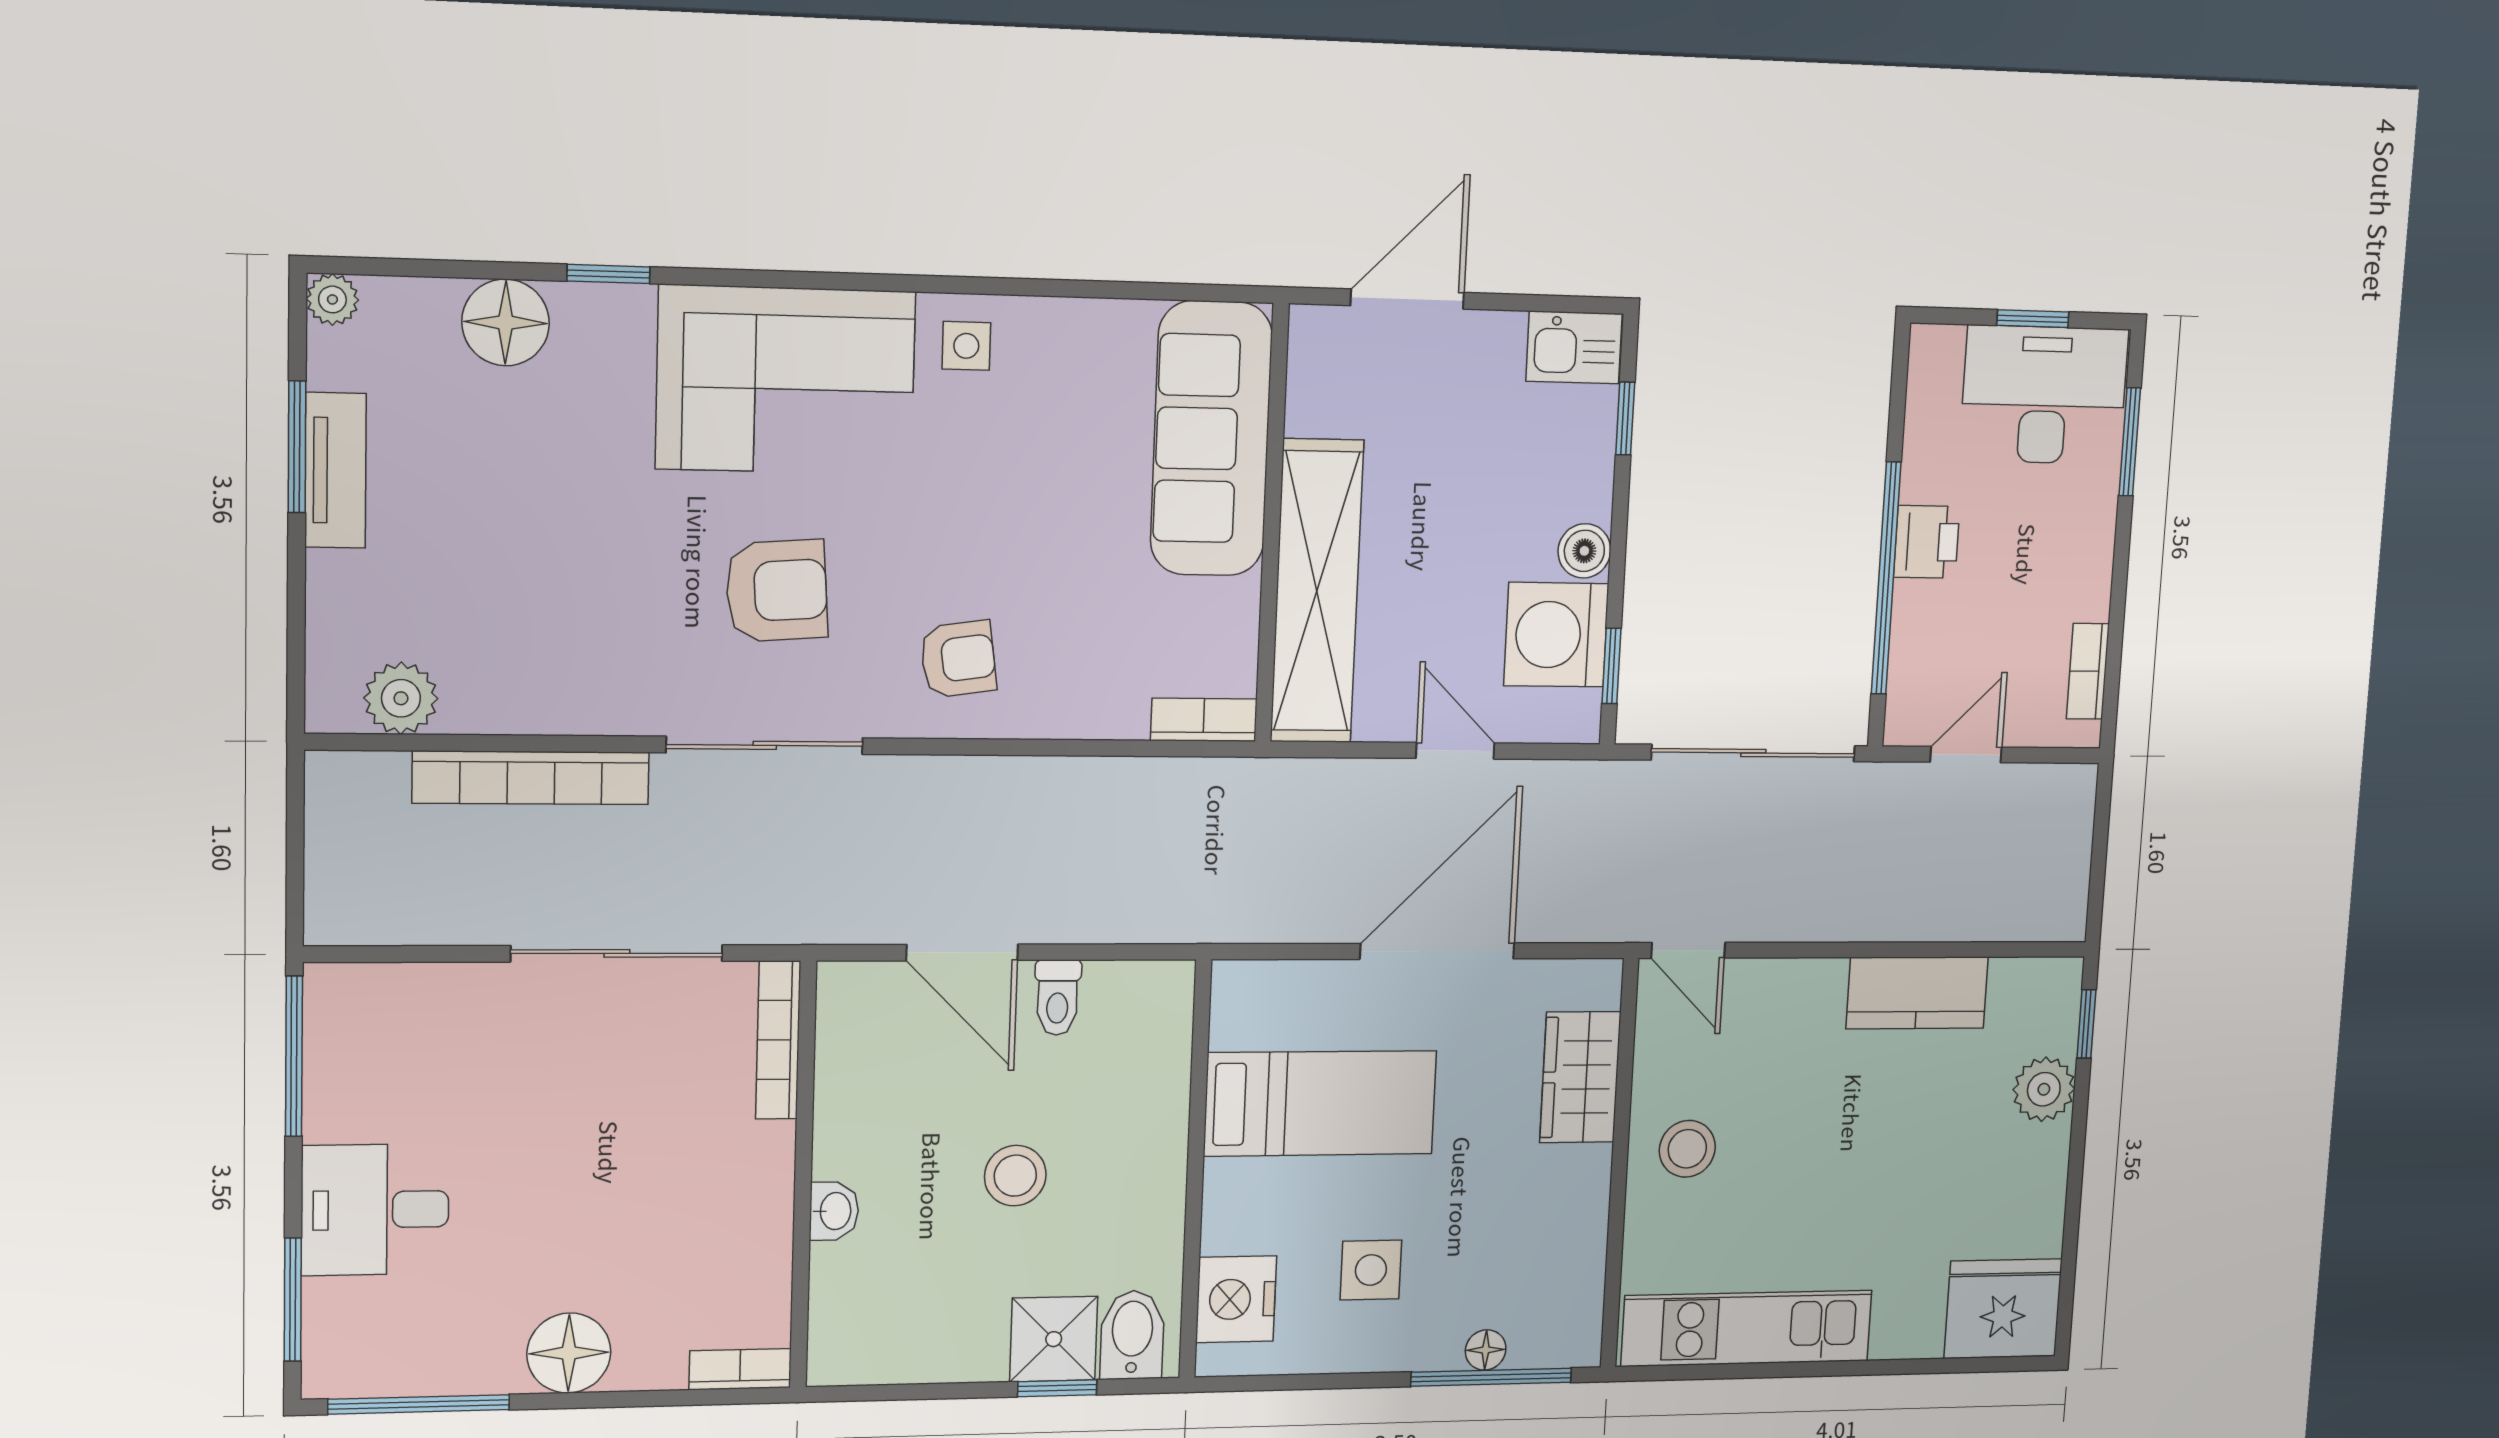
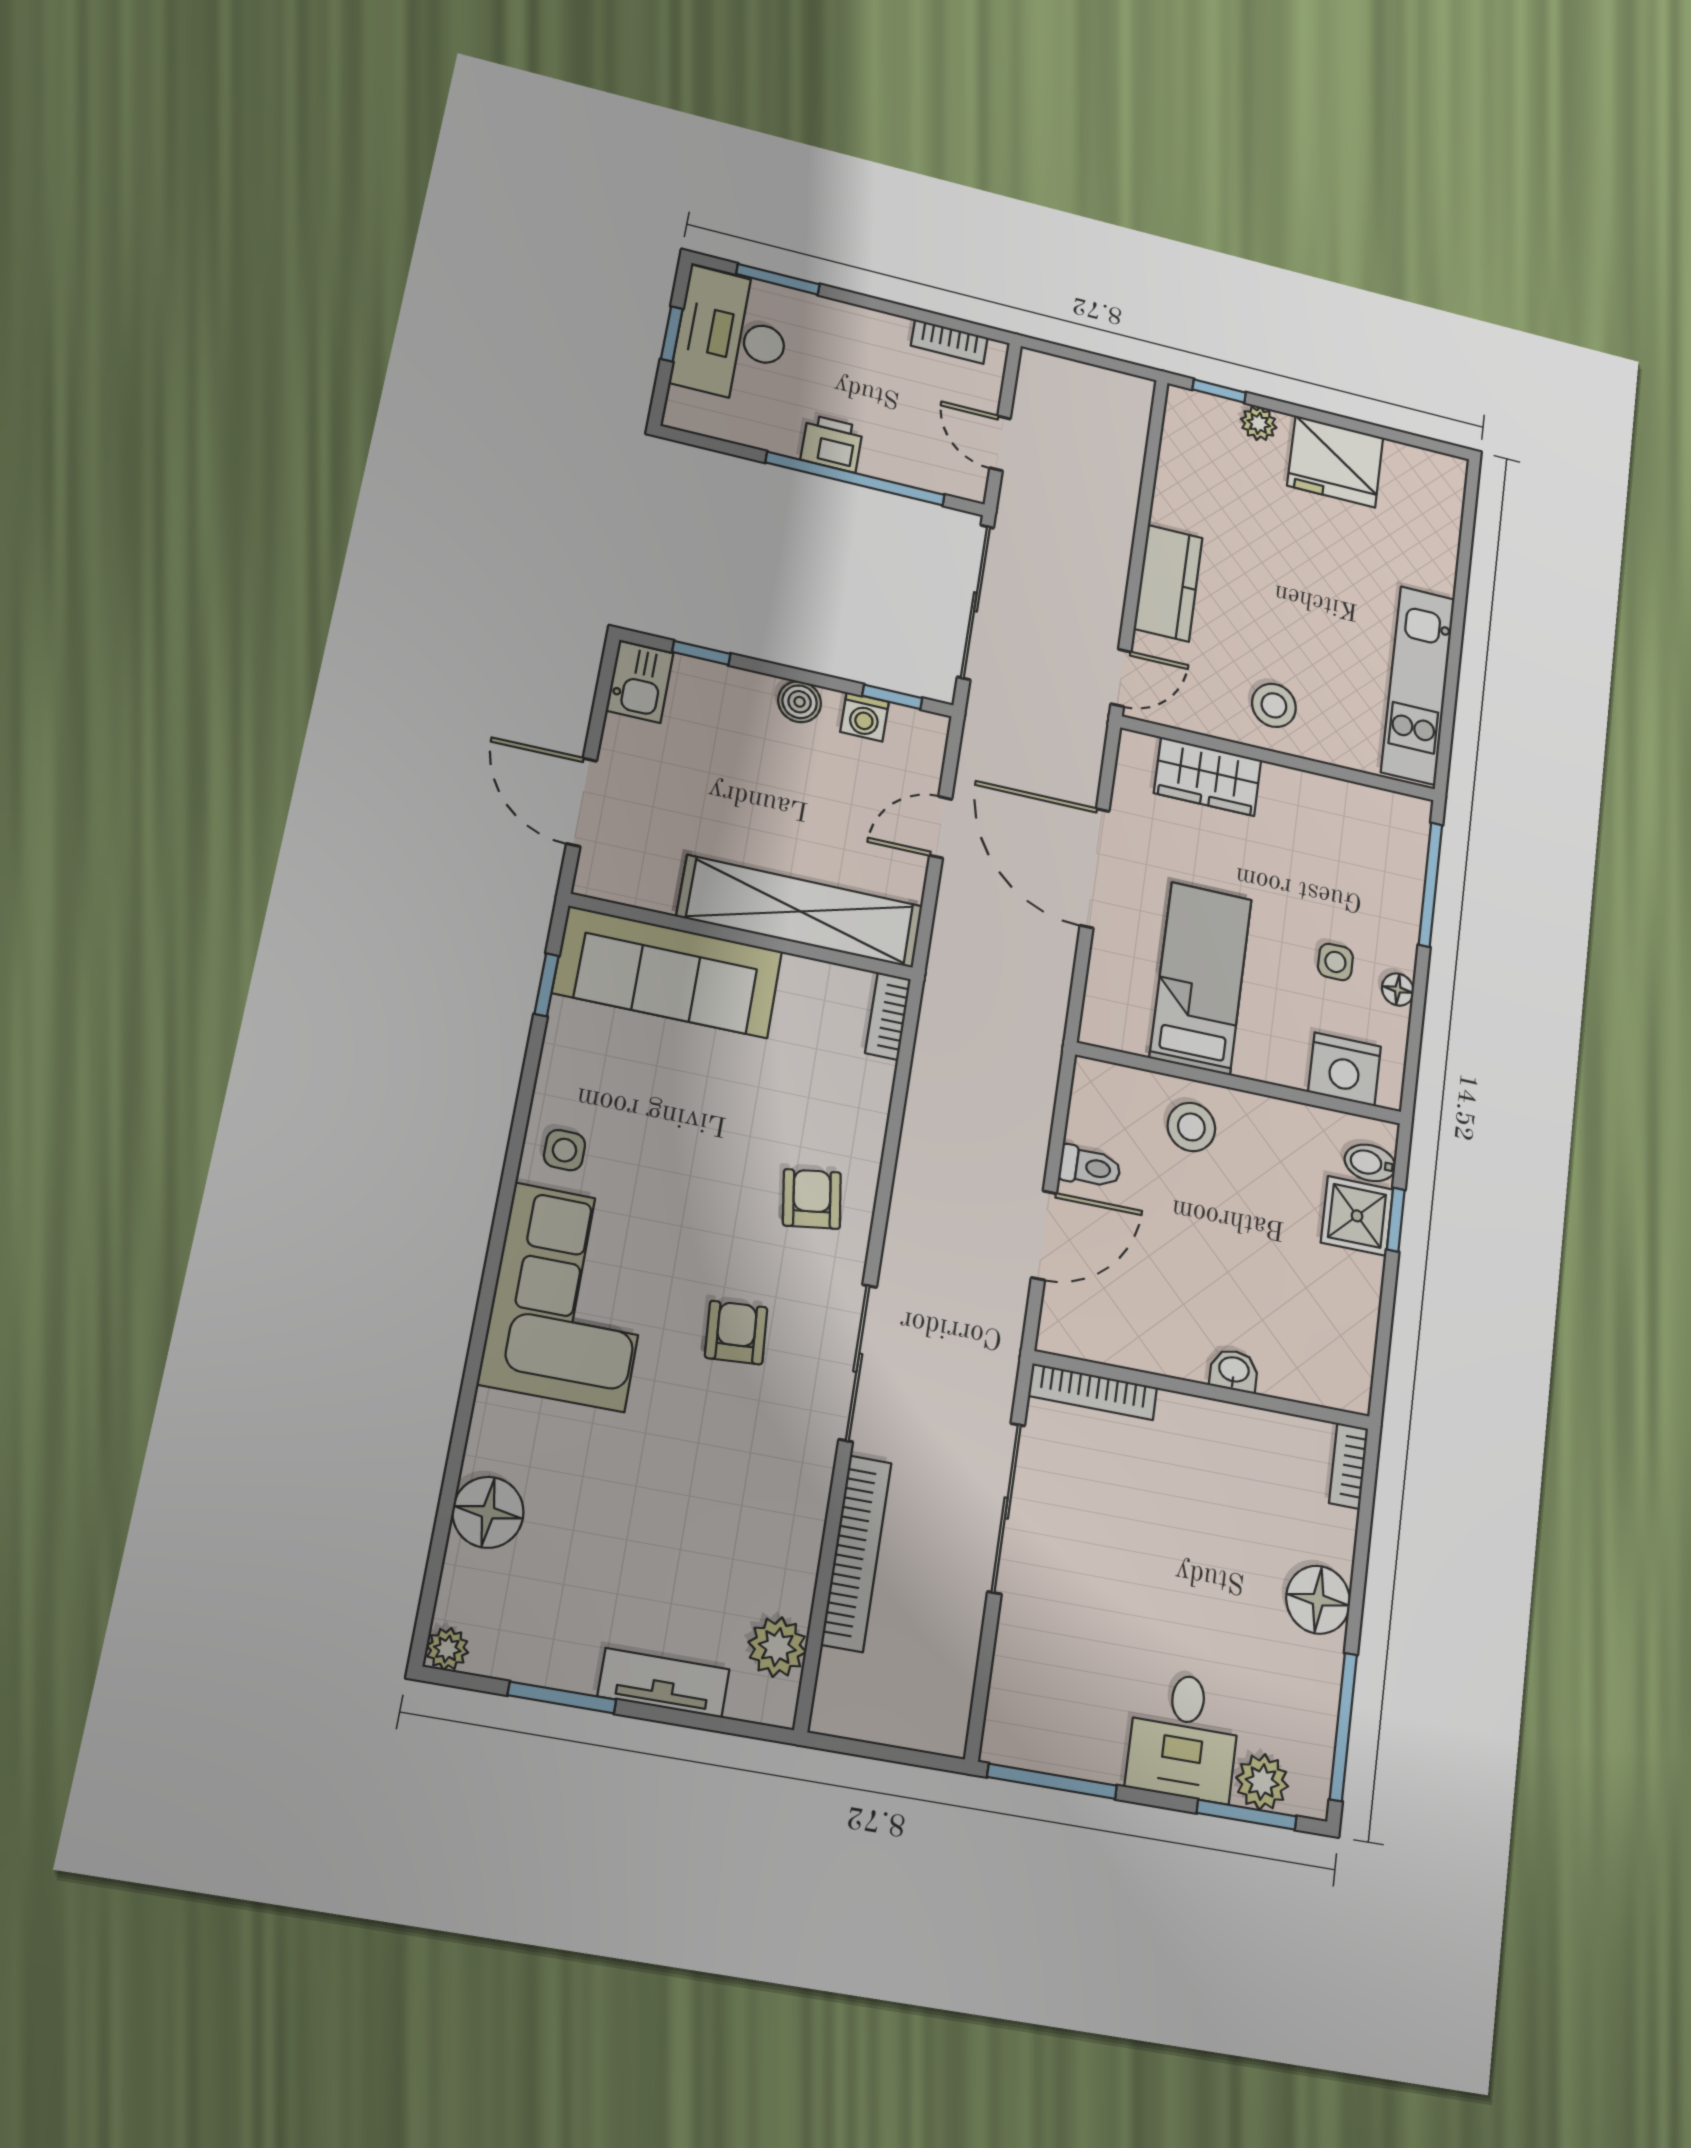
window: (608, 274) -> (546, 985), moved
tv unit: (335, 470) -> (664, 1683), moved
armchair: (777, 591) -> (736, 1333), width x0.72, depth x0.72
washing machine: (1556, 635) -> (865, 717), width x0.53, depth x0.53
kitchen counter: (1917, 993) -> (1168, 583), moved
plant: (2044, 1089) -> (1259, 423), width x0.73, depth x0.73
stool: (1015, 1176) -> (1191, 1127), moved
side table: (1371, 1270) -> (1335, 962), width x0.73, depth x0.73
fridge: (2003, 1309) -> (1335, 462), moved, turned -90
plant: (335, 1313) -> (1262, 1782), added
bidet: (1132, 1335) -> (1370, 1163), width x0.72, depth x0.74
floor lamp: (1486, 1350) -> (1398, 989), moved

